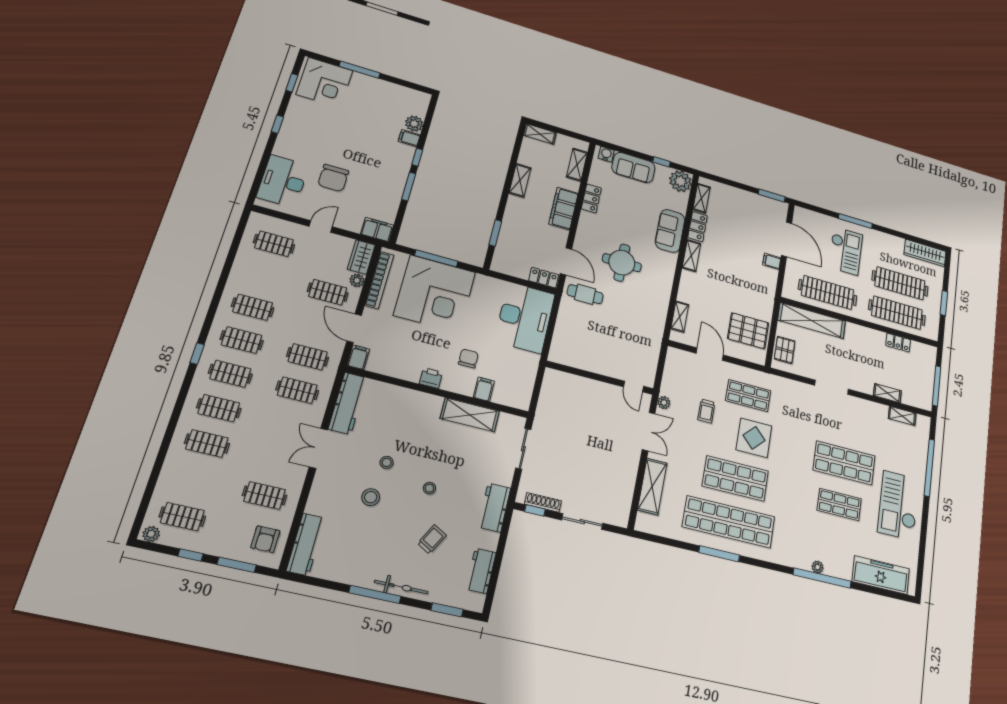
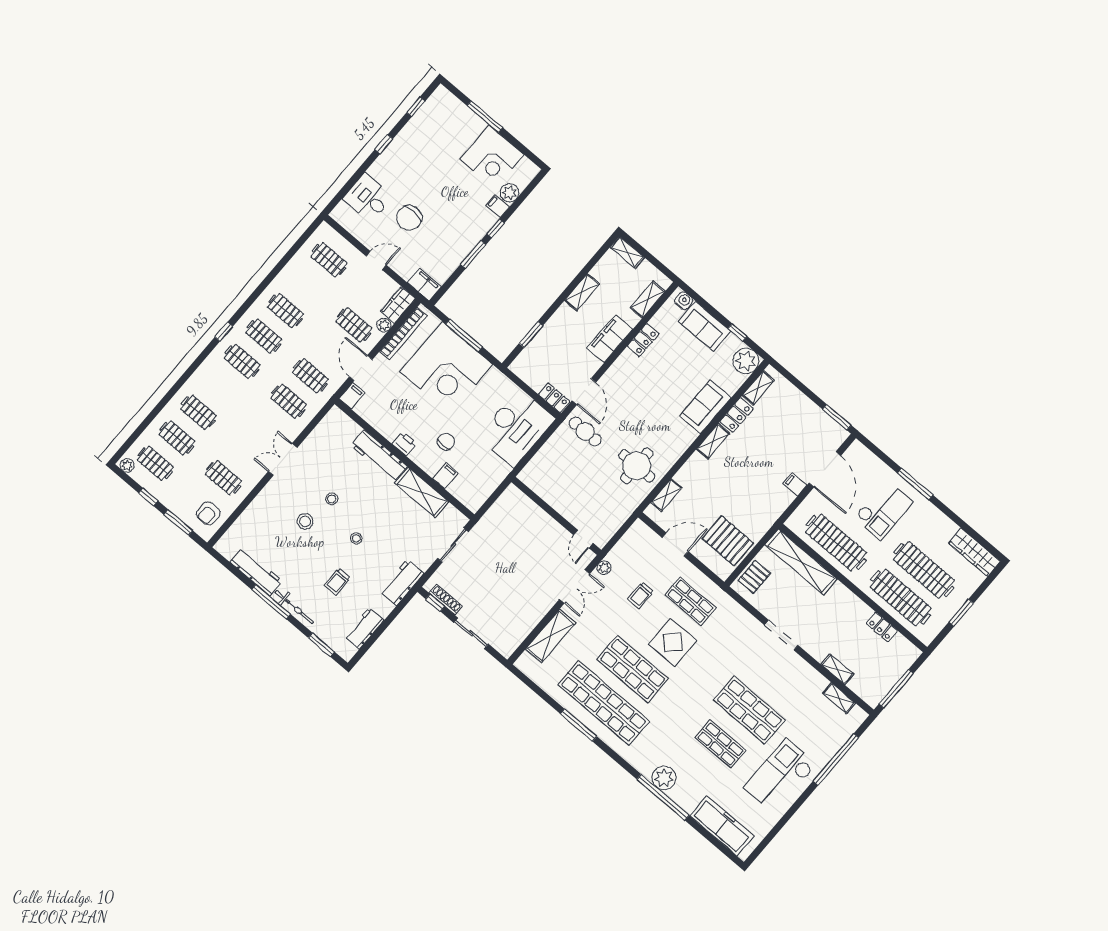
corner desk: (324, 82) -> (492, 157), moved
desk: (283, 181) -> (368, 198), width x0.73
round table: (622, 263) -> (637, 466), moved
door: (710, 354) -> (675, 545), hinge flipped
workbench: (348, 403) -> (379, 456), moved, turned 90
clothes rail: (219, 408) -> (177, 438), moved
trolley: (432, 539) -> (337, 582), turned 151
workbench: (306, 544) -> (256, 572), moved, turned -90
plant: (818, 567) -> (664, 778), width x1.88, depth x1.88

